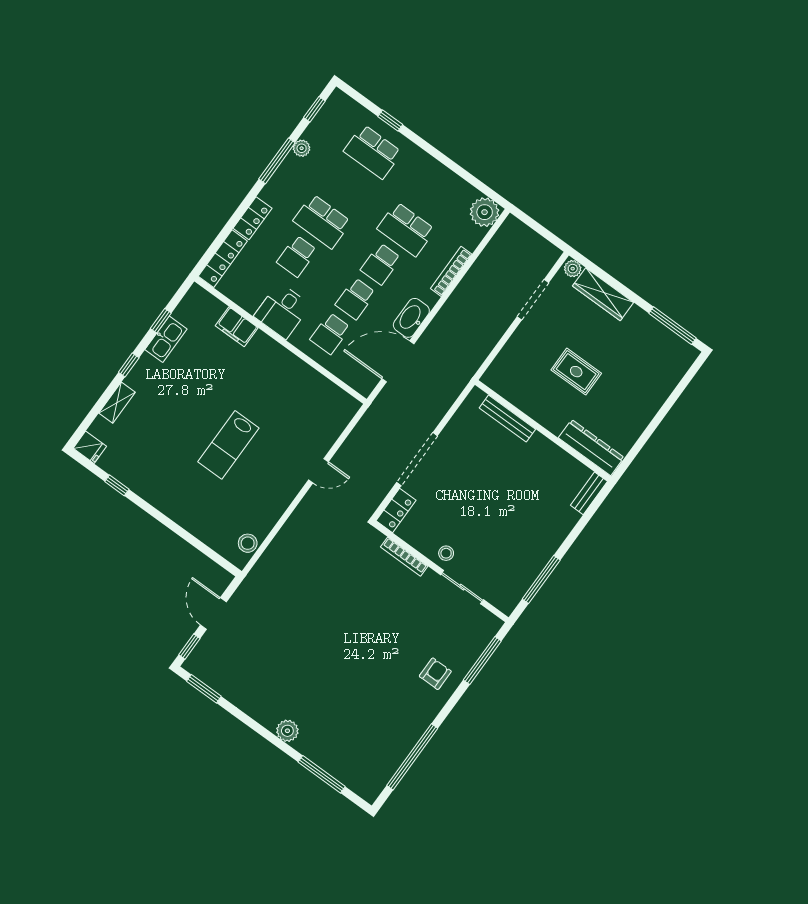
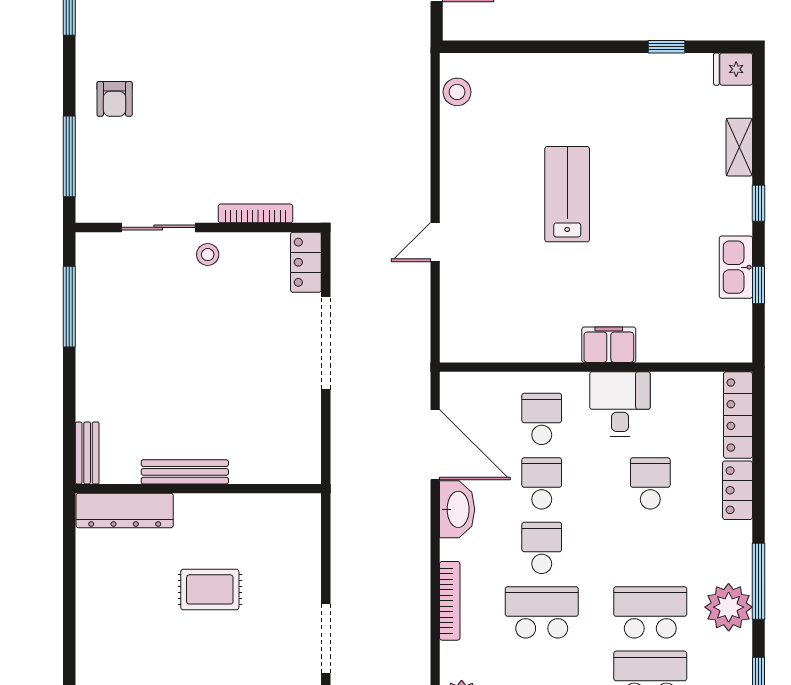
plant: (302, 148) -> (729, 607), width x1.87, depth x1.87
school desk: (322, 221) -> (650, 612), moved
filing cabinet: (237, 327) -> (609, 345), moved
door: (398, 361) -> (435, 445), hinge flipped
bench: (507, 419) -> (185, 472), moved

